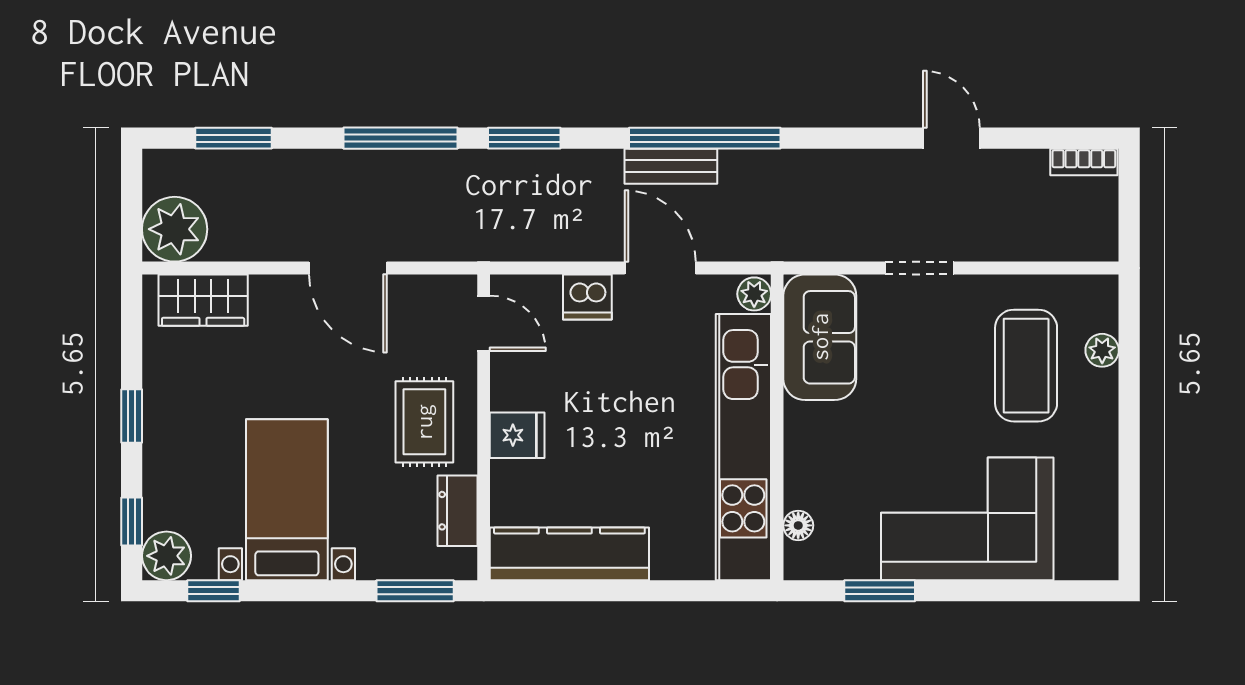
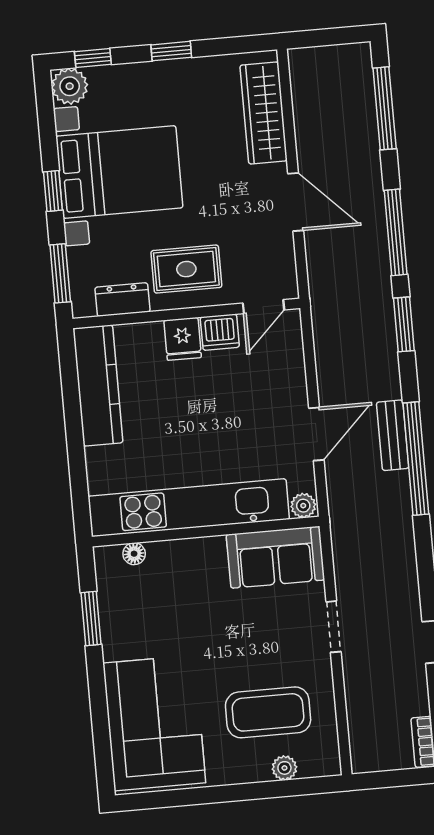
window: (234, 138) -> (385, 108), width x1.44
plant: (175, 229) -> (313, 71), removed
door: (348, 268) -> (296, 202), swing flipped
dishwasher: (587, 297) -> (220, 332), moved, turned -90
wardrobe: (203, 300) -> (264, 113), width x1.50
bed with nightstands: (287, 500) -> (119, 172), width x1.36
corner sofa: (967, 519) -> (154, 723), moved
window: (214, 591) -> (53, 191), moved

